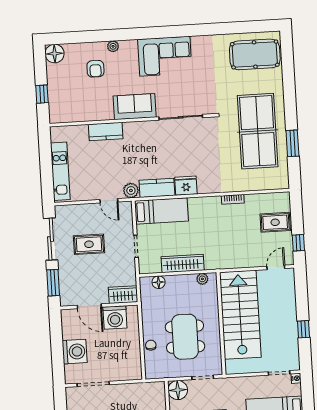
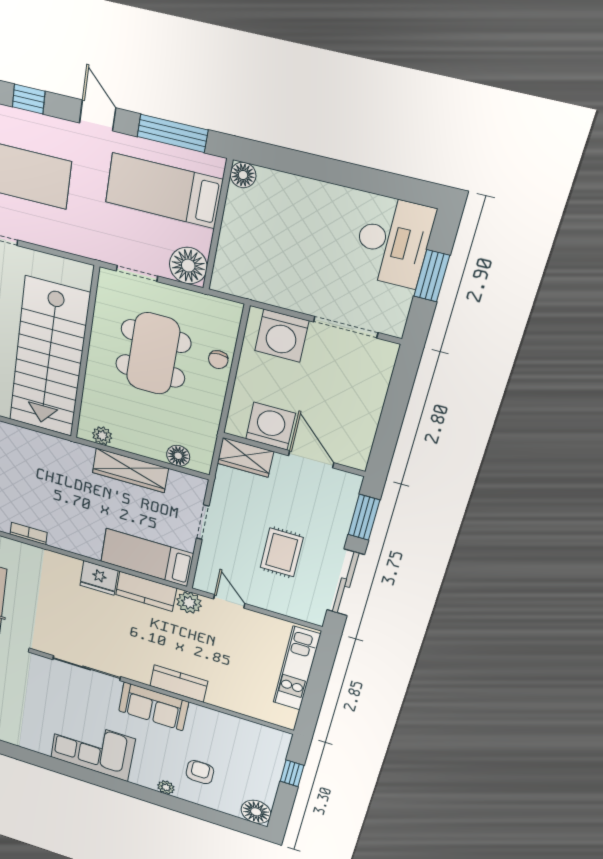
kitchen counter: (106, 132) -> (179, 684), moved
rug: (89, 244) -> (282, 552), turned 90
washing machine: (75, 352) -> (282, 336), moved, turned -90

